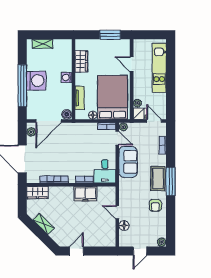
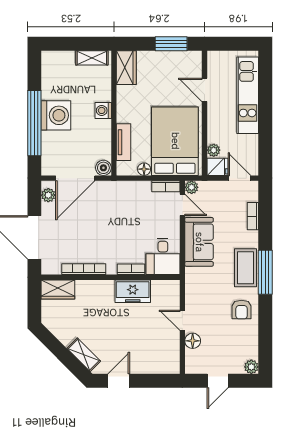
shelving: (42, 44) -> (92, 58), moved
wardrobe: (81, 61) -> (126, 68), moved
shelving: (44, 224) -> (84, 355), moved

